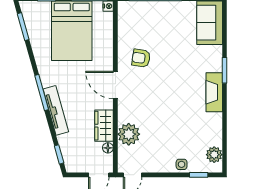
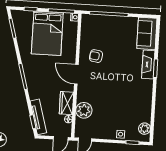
fireplace: (214, 92) -> (148, 65), moved
tv unit: (56, 110) -> (38, 117), moved

